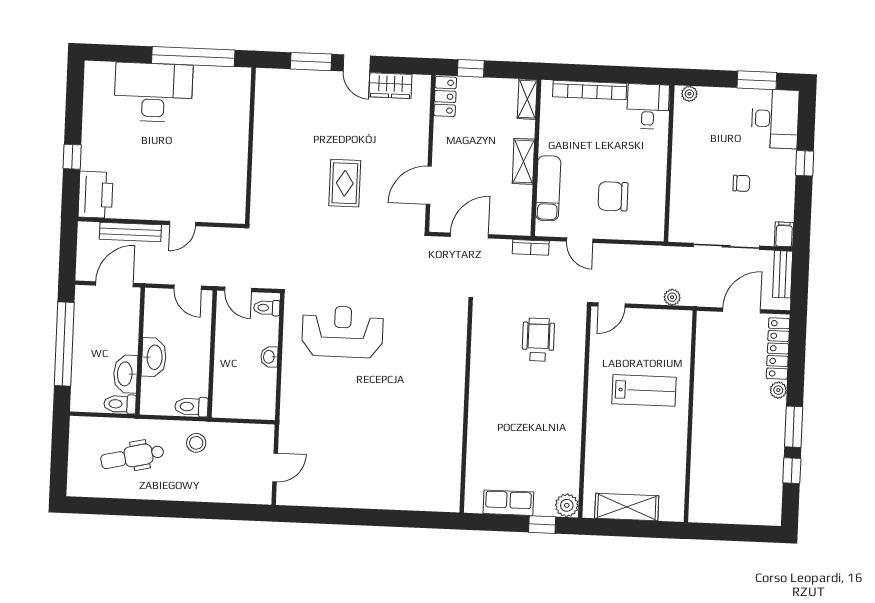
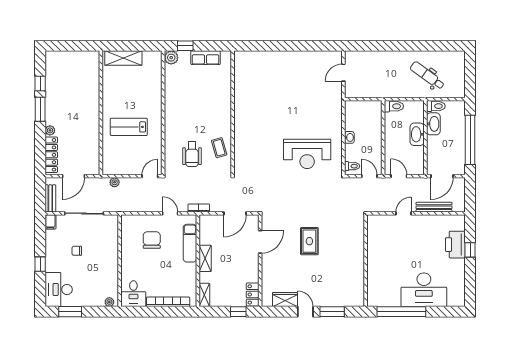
printer: (96, 195) -> (455, 245), moved
chair: (613, 196) -> (152, 240), turned -90
coffee table: (492, 349) -> (219, 148), added
stool: (196, 443) -> (390, 85), removed
dental chair: (132, 457) -> (427, 76), turned -131
shelving: (627, 507) -> (123, 58), moved

